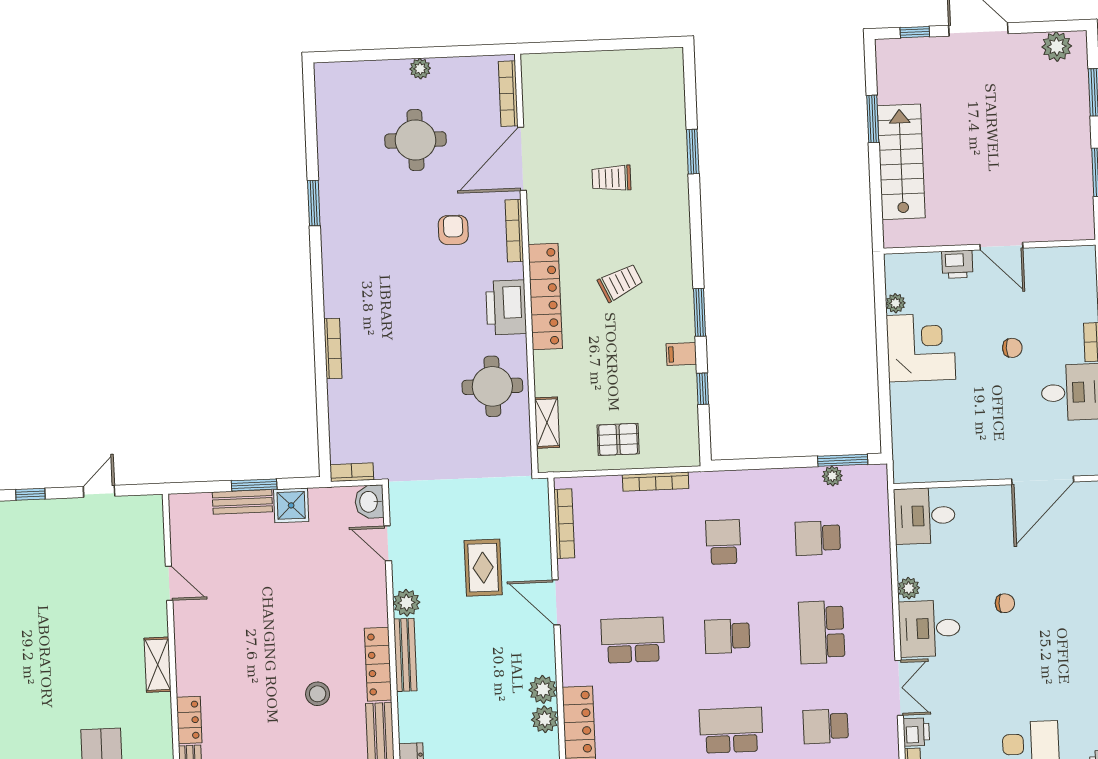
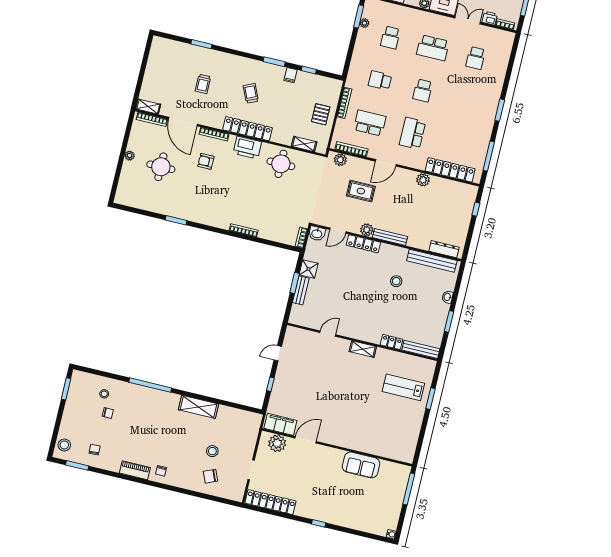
shelving: (532, 78) -> (148, 107), added
door: (99, 491) -> (278, 353), hinge flipped
locker: (378, 664) -> (363, 244), moved
plant: (545, 719) -> (340, 160), moved
school desk: (731, 730) -> (370, 123), moved, turned 90

